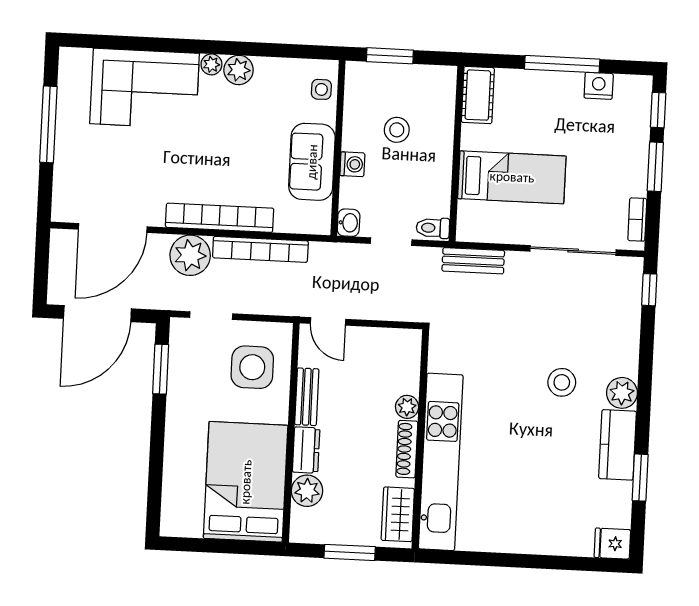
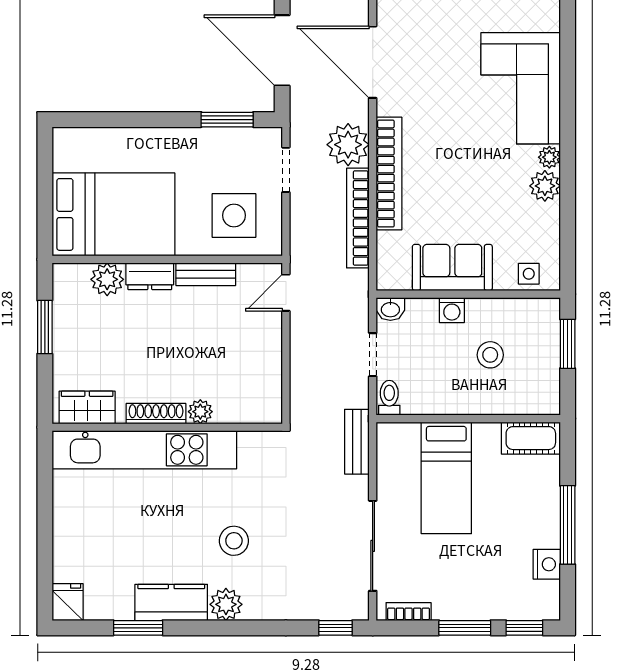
plant: (407, 407) -> (200, 412), moved
wall: (420, 439) -> (167, 427), moved
shoe rack: (407, 449) -> (156, 414), moved
kitchen unit: (441, 462) -> (144, 450), moved
wardrobe: (398, 514) -> (87, 407), moved

